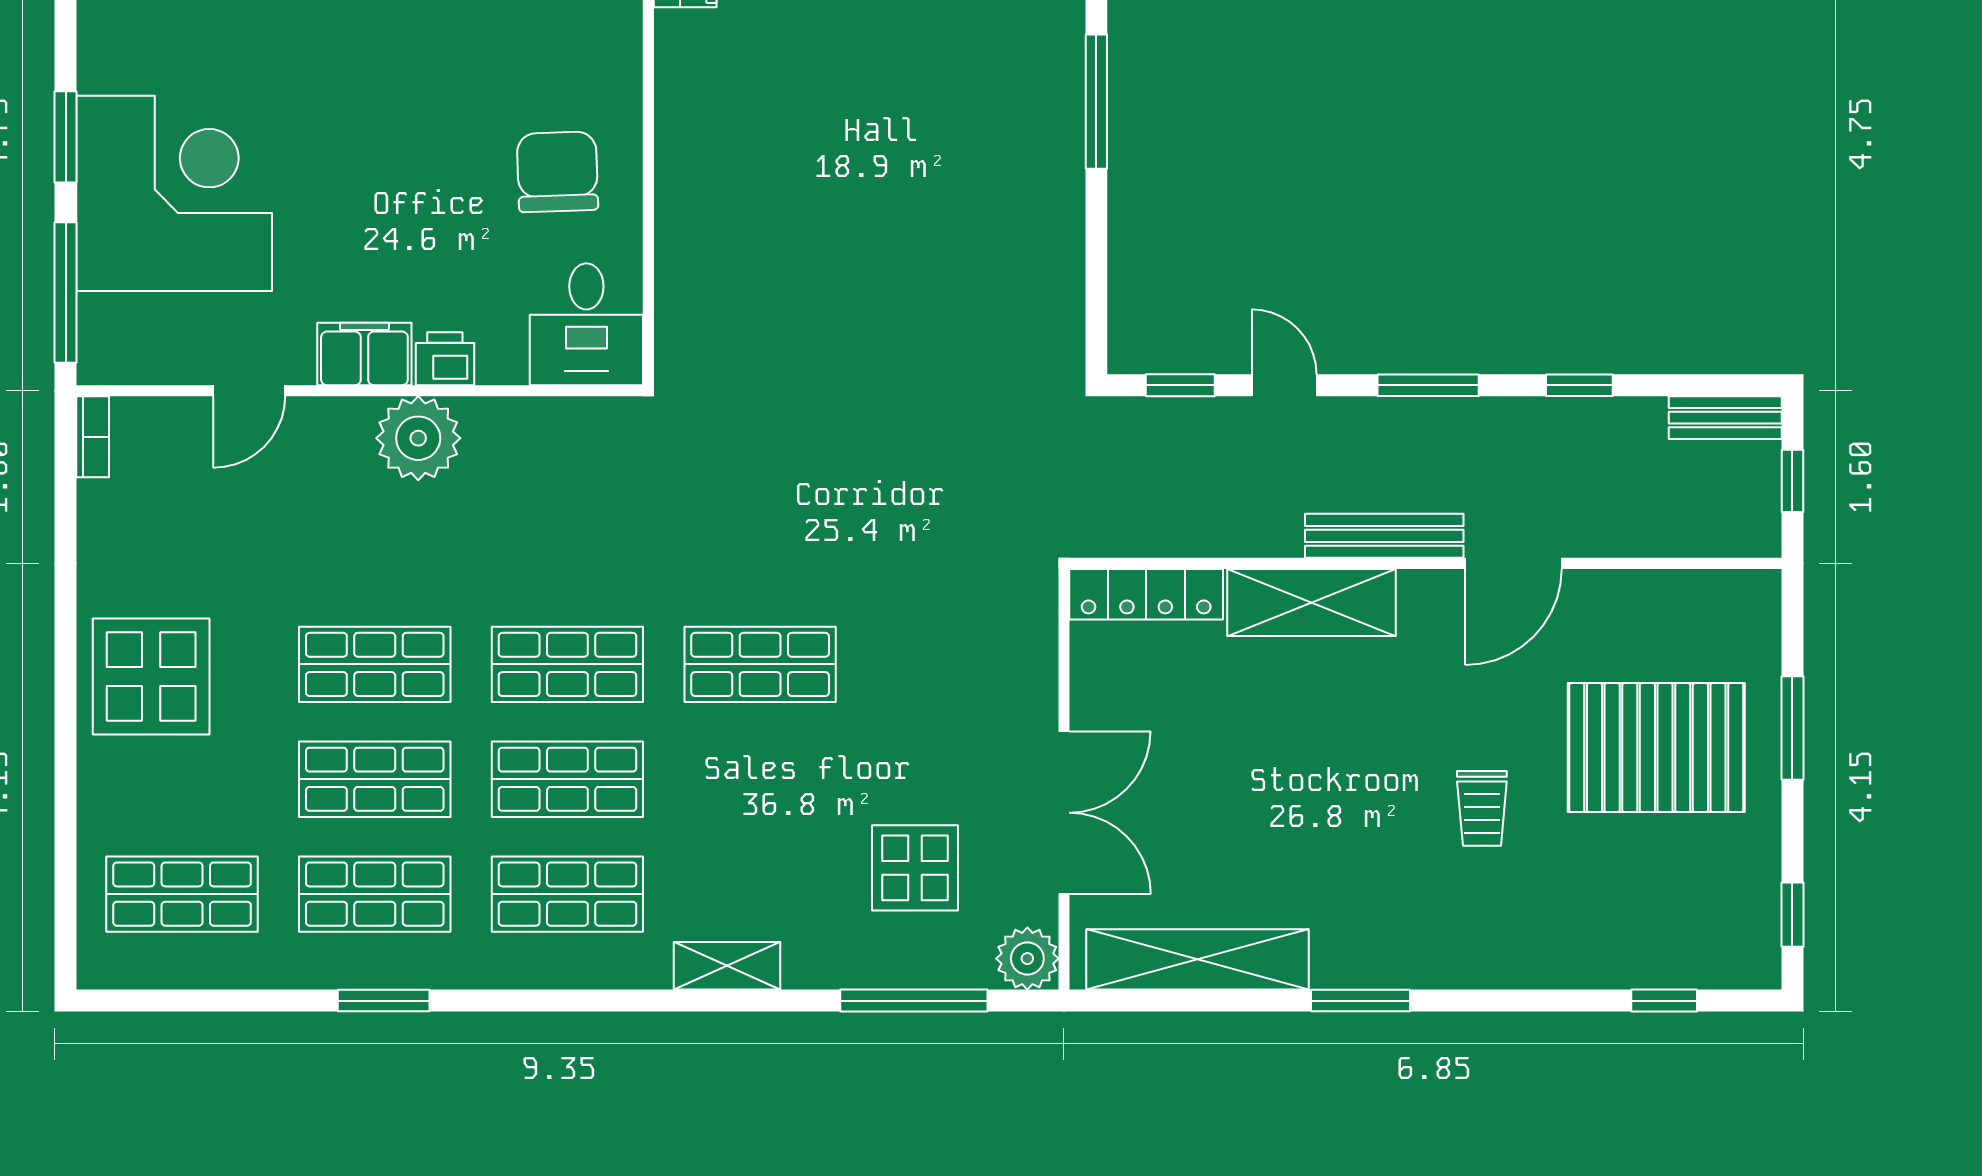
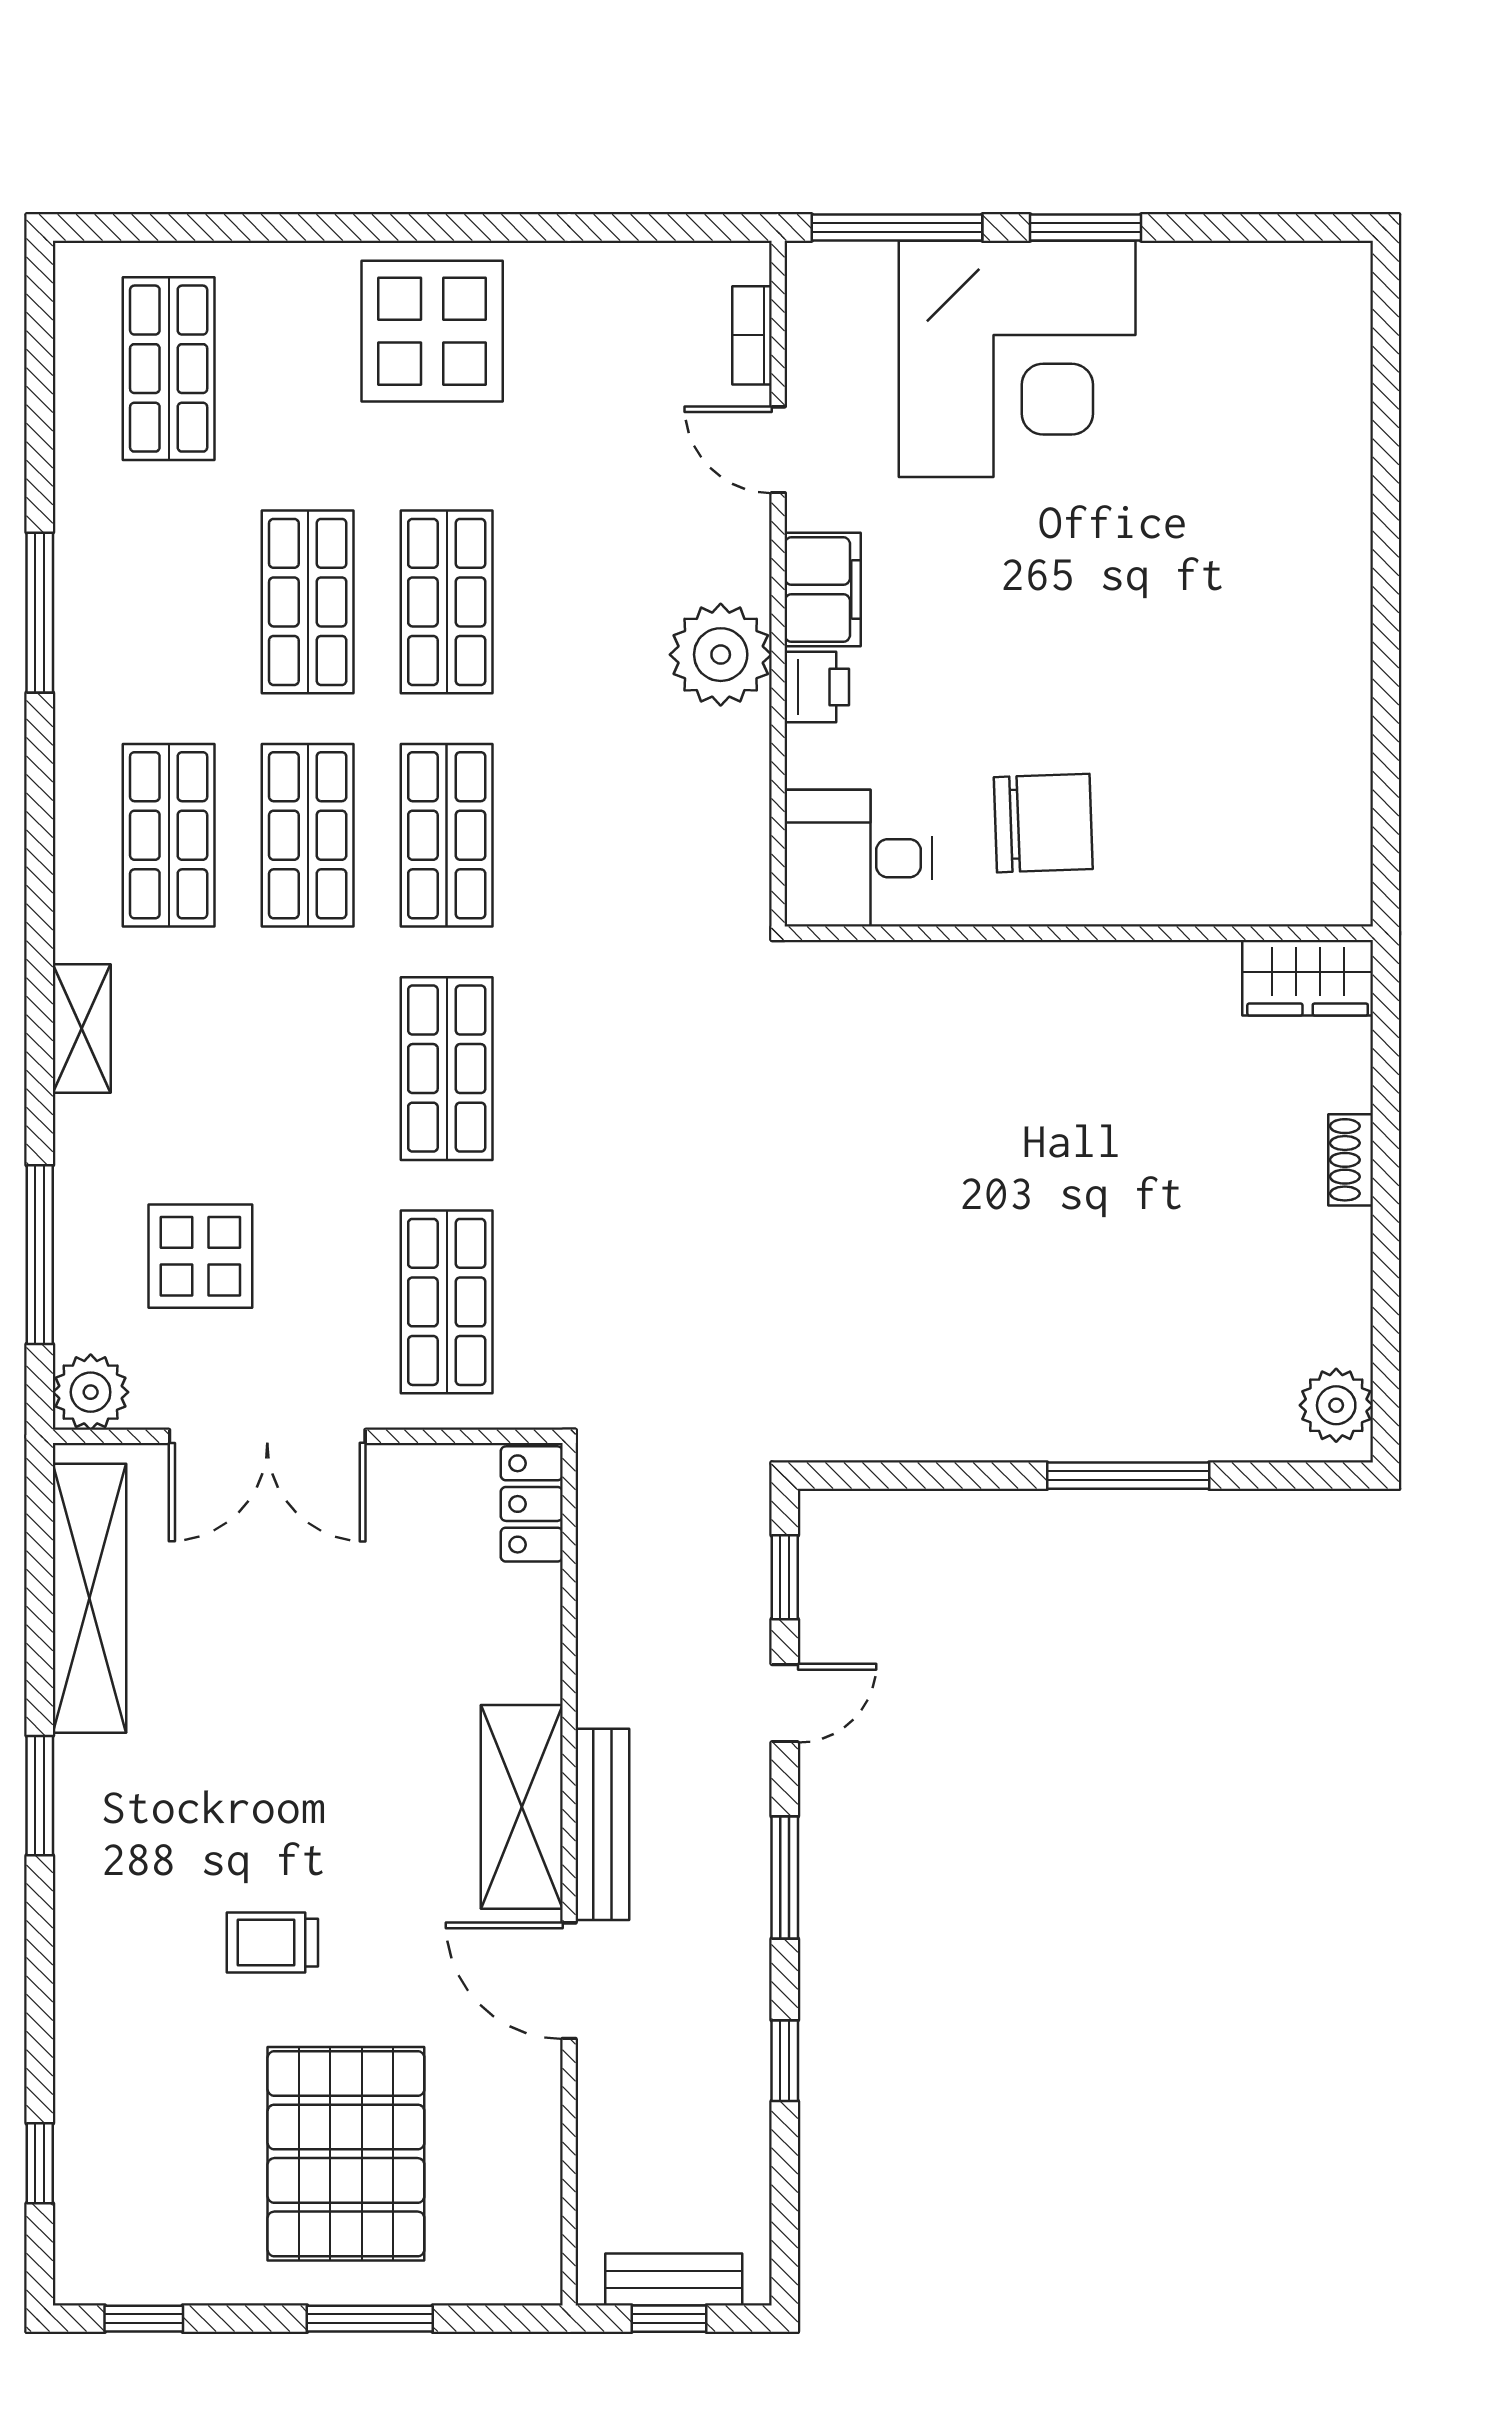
bench: (1725, 418) -> (674, 2280), moved, turned 90
bookcase: (93, 437) -> (752, 335), moved, turned 90
locker: (1146, 594) -> (532, 1504), width x0.66
shelving: (1311, 602) -> (522, 1807), moved
shop shelf: (375, 894) -> (447, 1302), moved
window: (384, 1001) -> (40, 613), width x1.44

